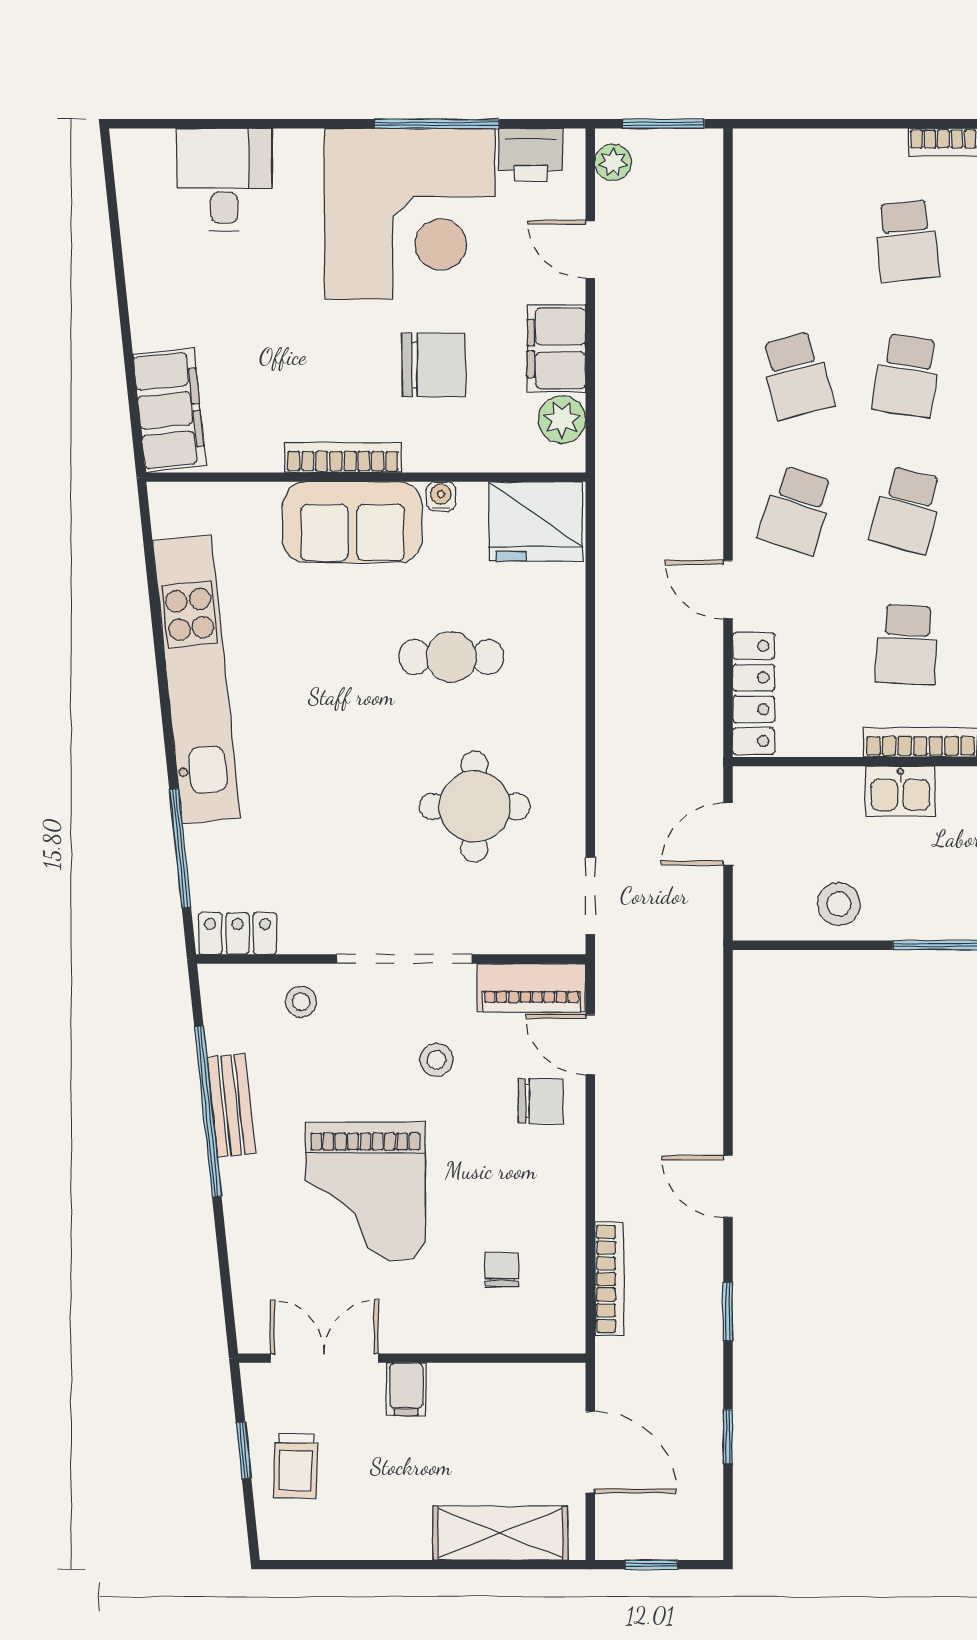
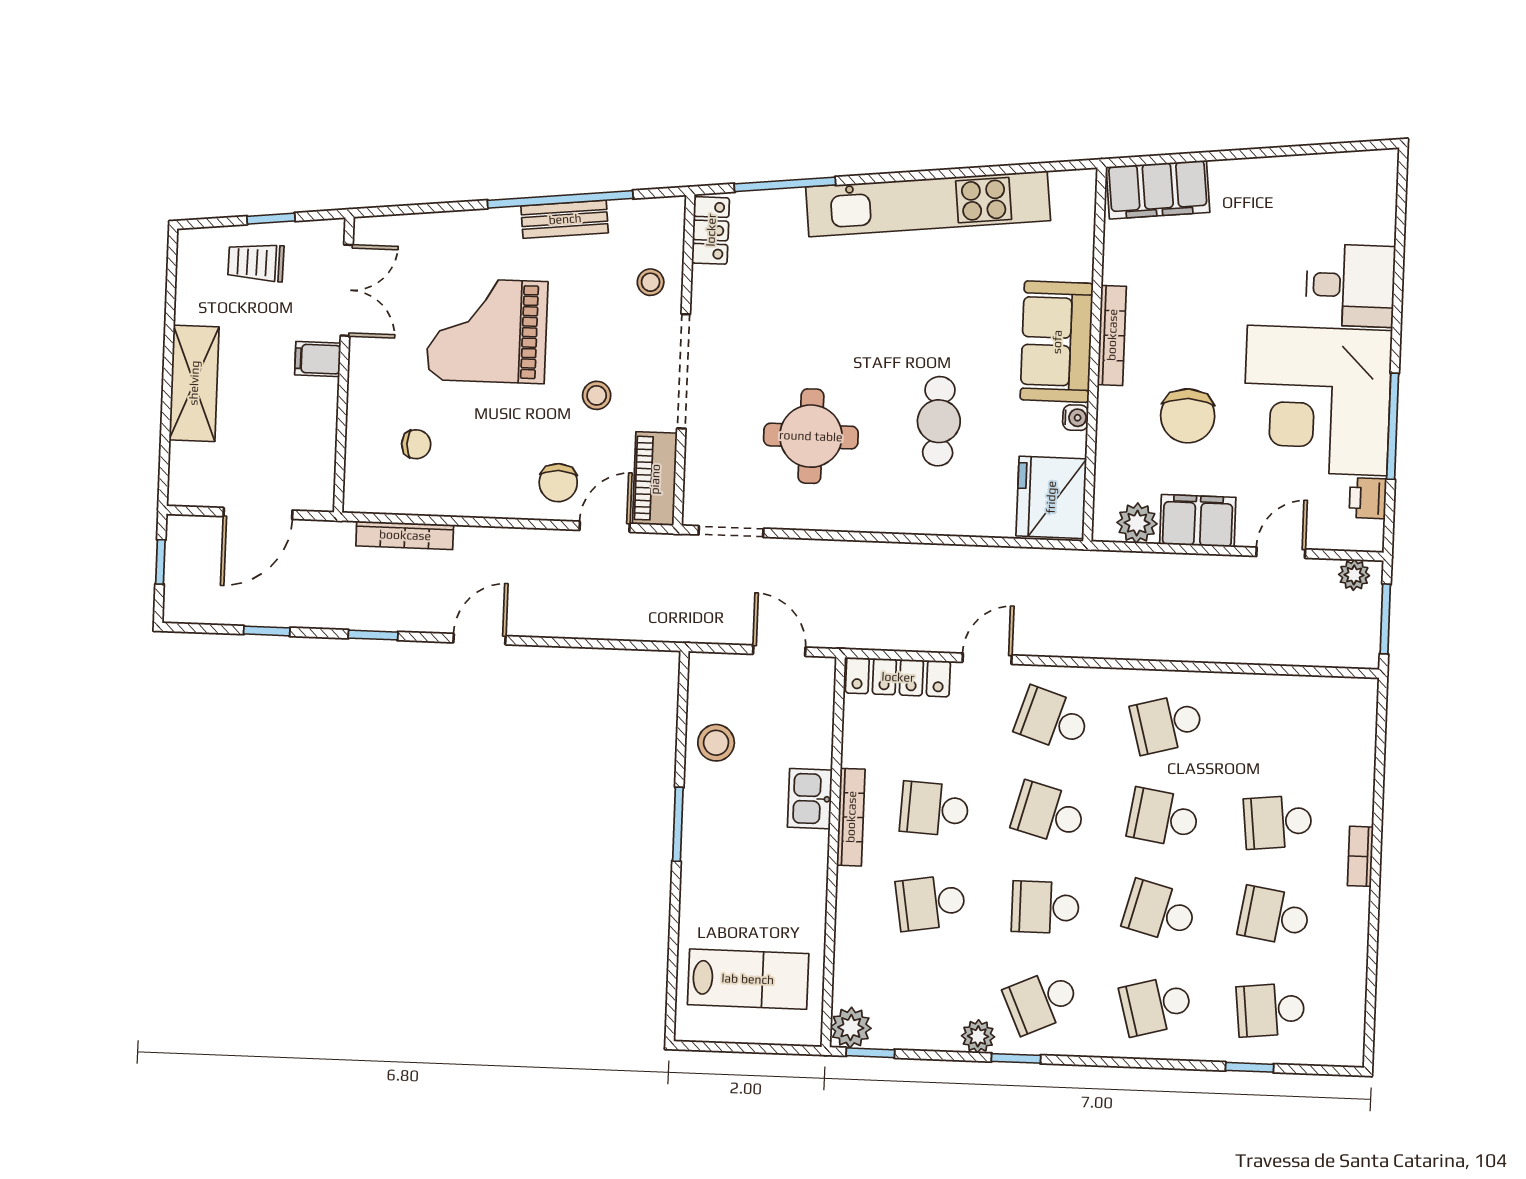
printer: (531, 155) -> (1368, 498), width x0.73, depth x0.81
desk: (224, 180) -> (1350, 285), moved
shelving: (500, 1533) -> (194, 383), moved

